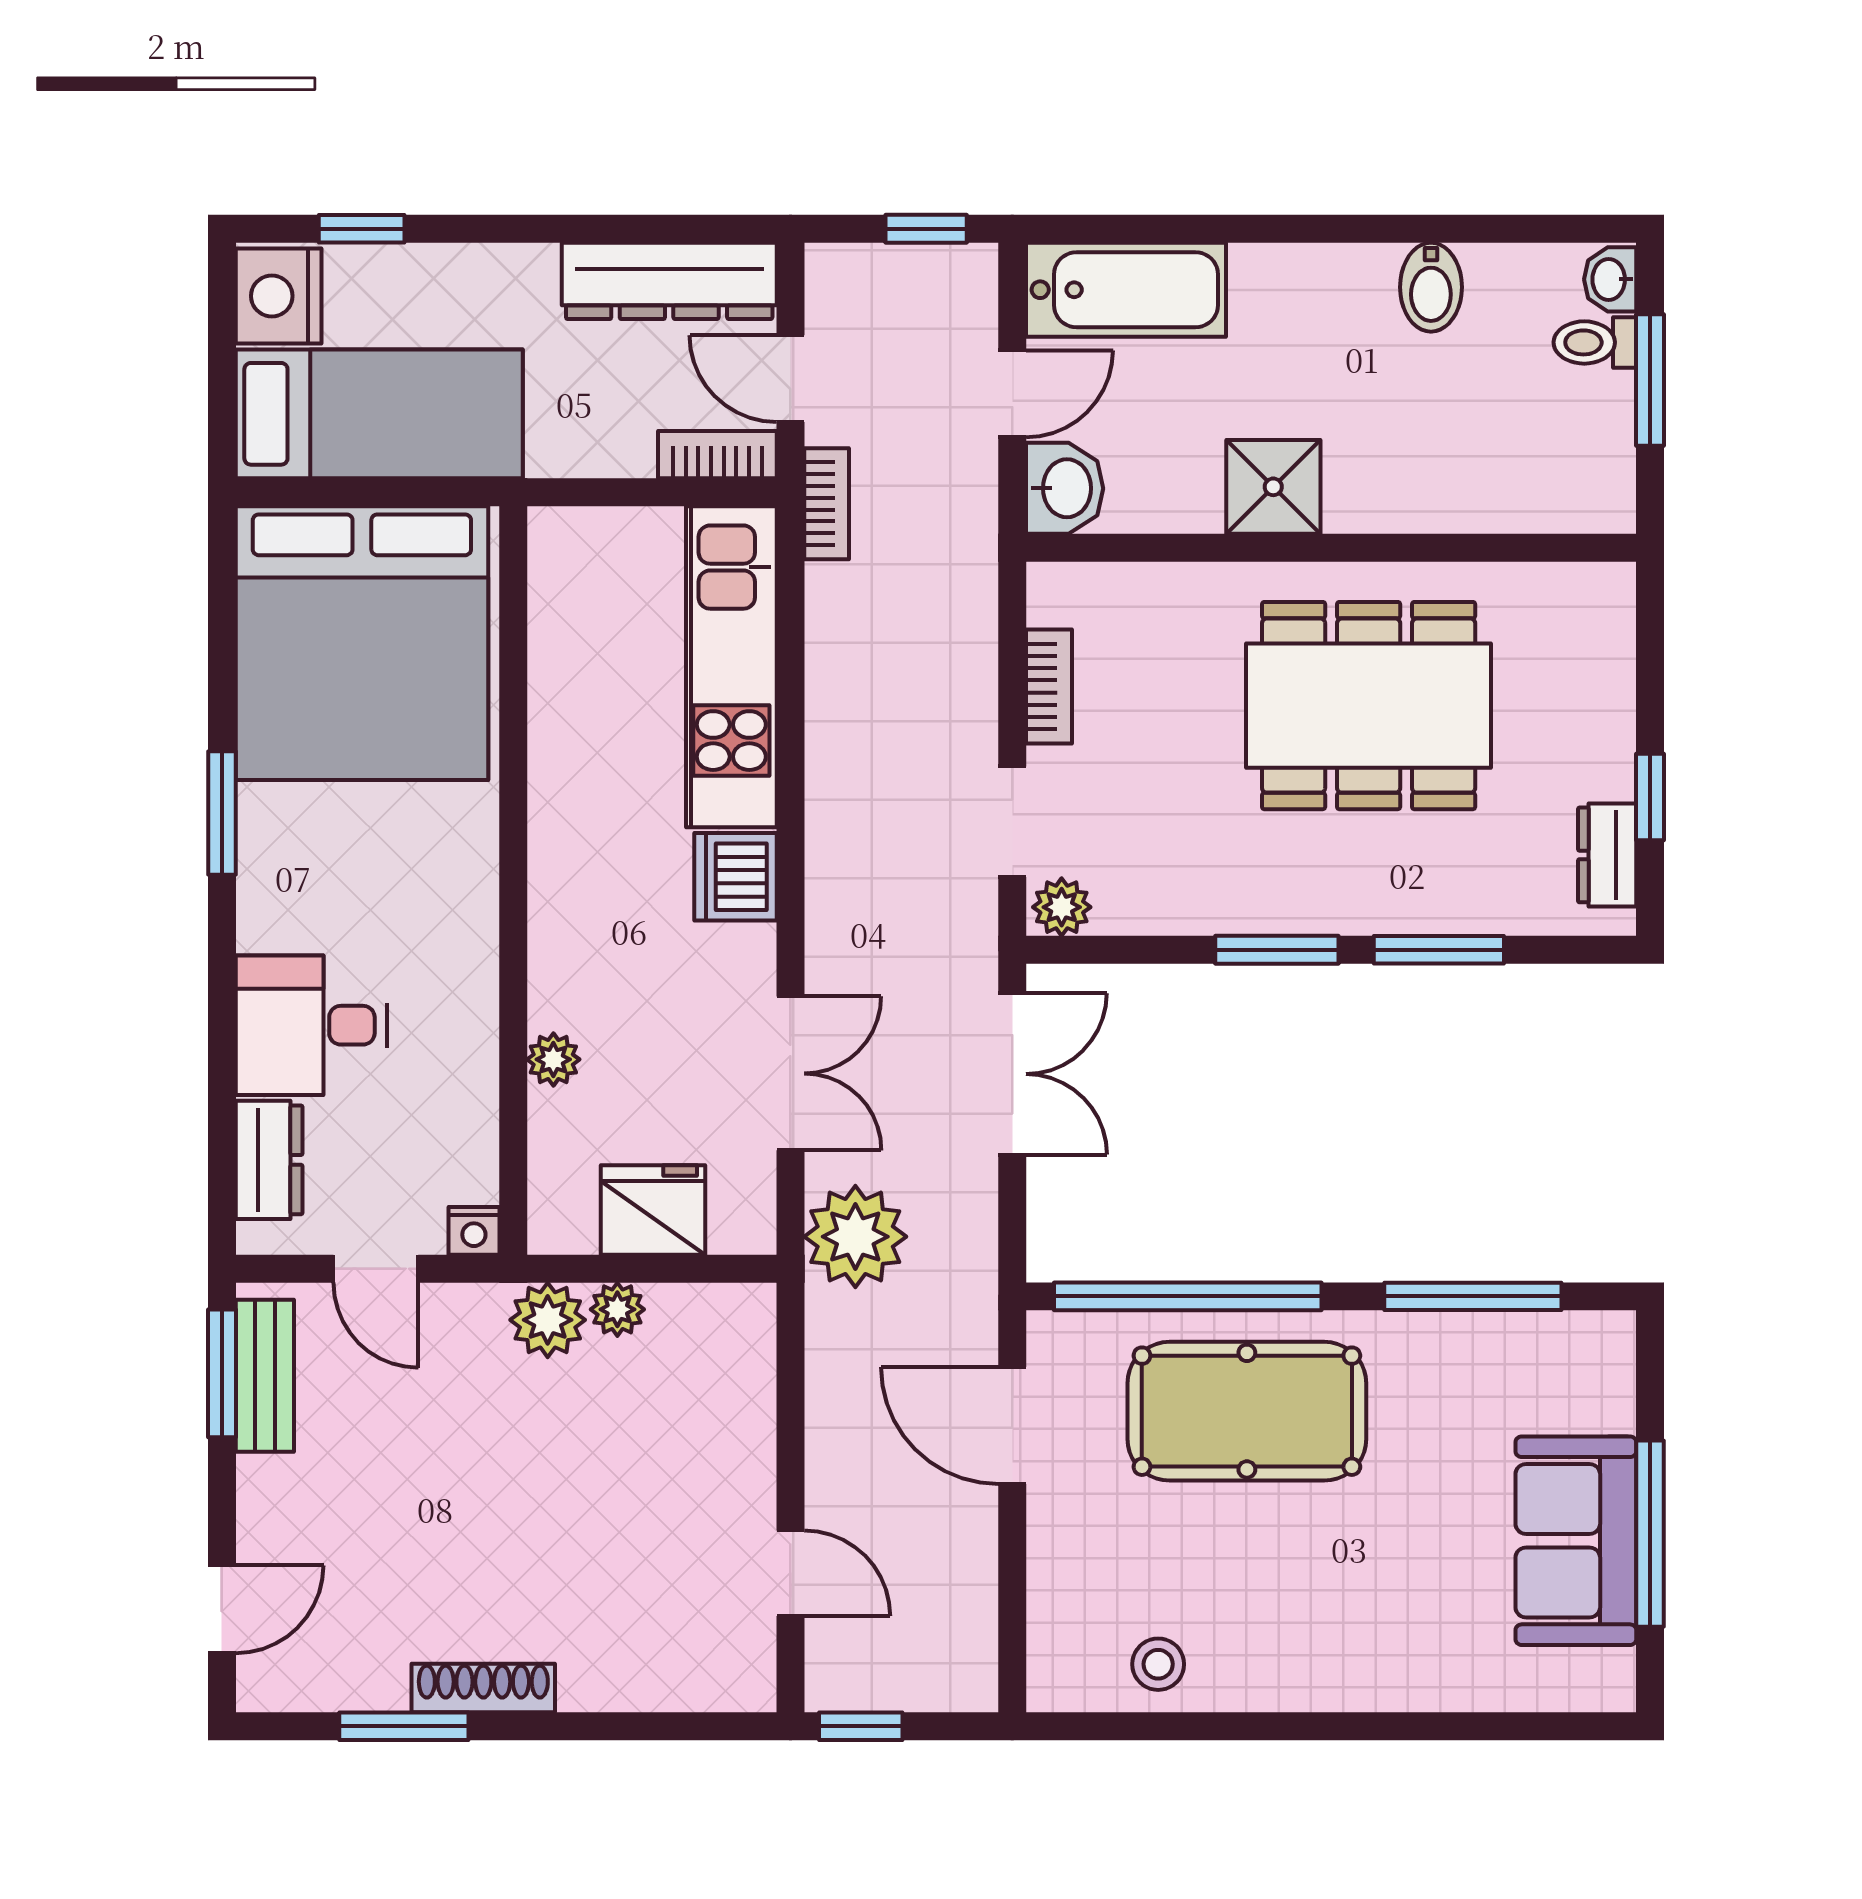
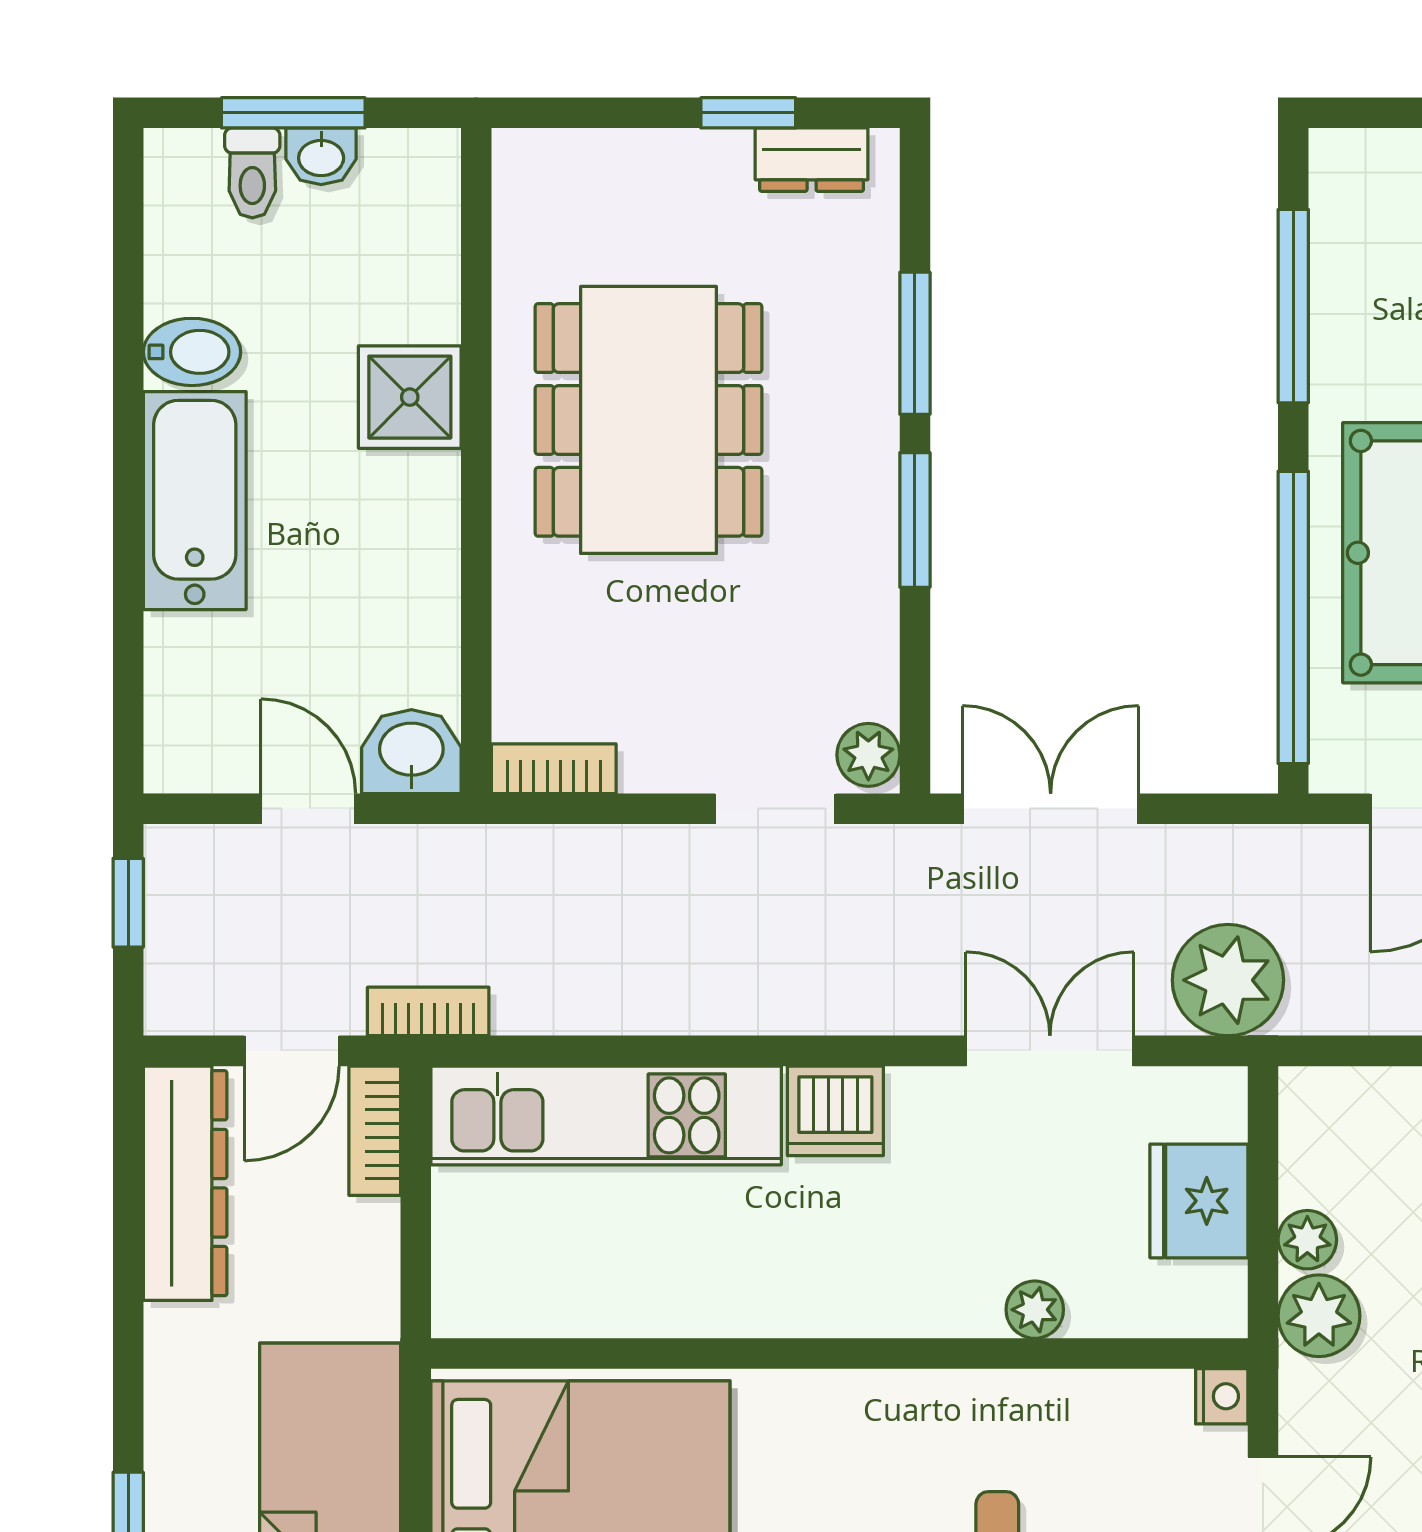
washbasin: (1610, 279) -> (321, 156), moved
bathtub: (1126, 290) -> (195, 501), moved
shower: (1273, 487) -> (410, 397), moved
bookcase: (1049, 686) -> (554, 769), moved

